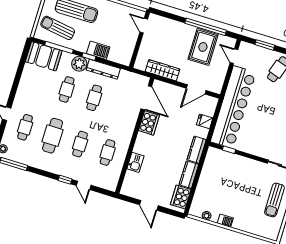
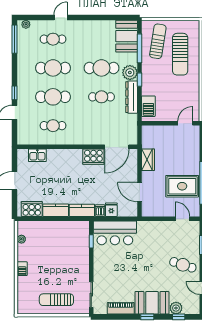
barbecue: (98, 50) -> (148, 106), moved
door: (234, 56) -> (182, 219), hinge flipped
wardrobe: (162, 70) -> (148, 160), width x0.67
cafe table: (67, 89) -> (101, 68), width x1.37, depth x1.35
bar counter: (233, 107) -> (115, 233), width x0.54
dishwasher: (202, 132) -> (100, 211), added
cafe table: (80, 144) -> (53, 97), width x1.37, depth x1.35
kitchen sink: (135, 162) -> (37, 155), moved
barbecue: (225, 221) -> (22, 269), moved

